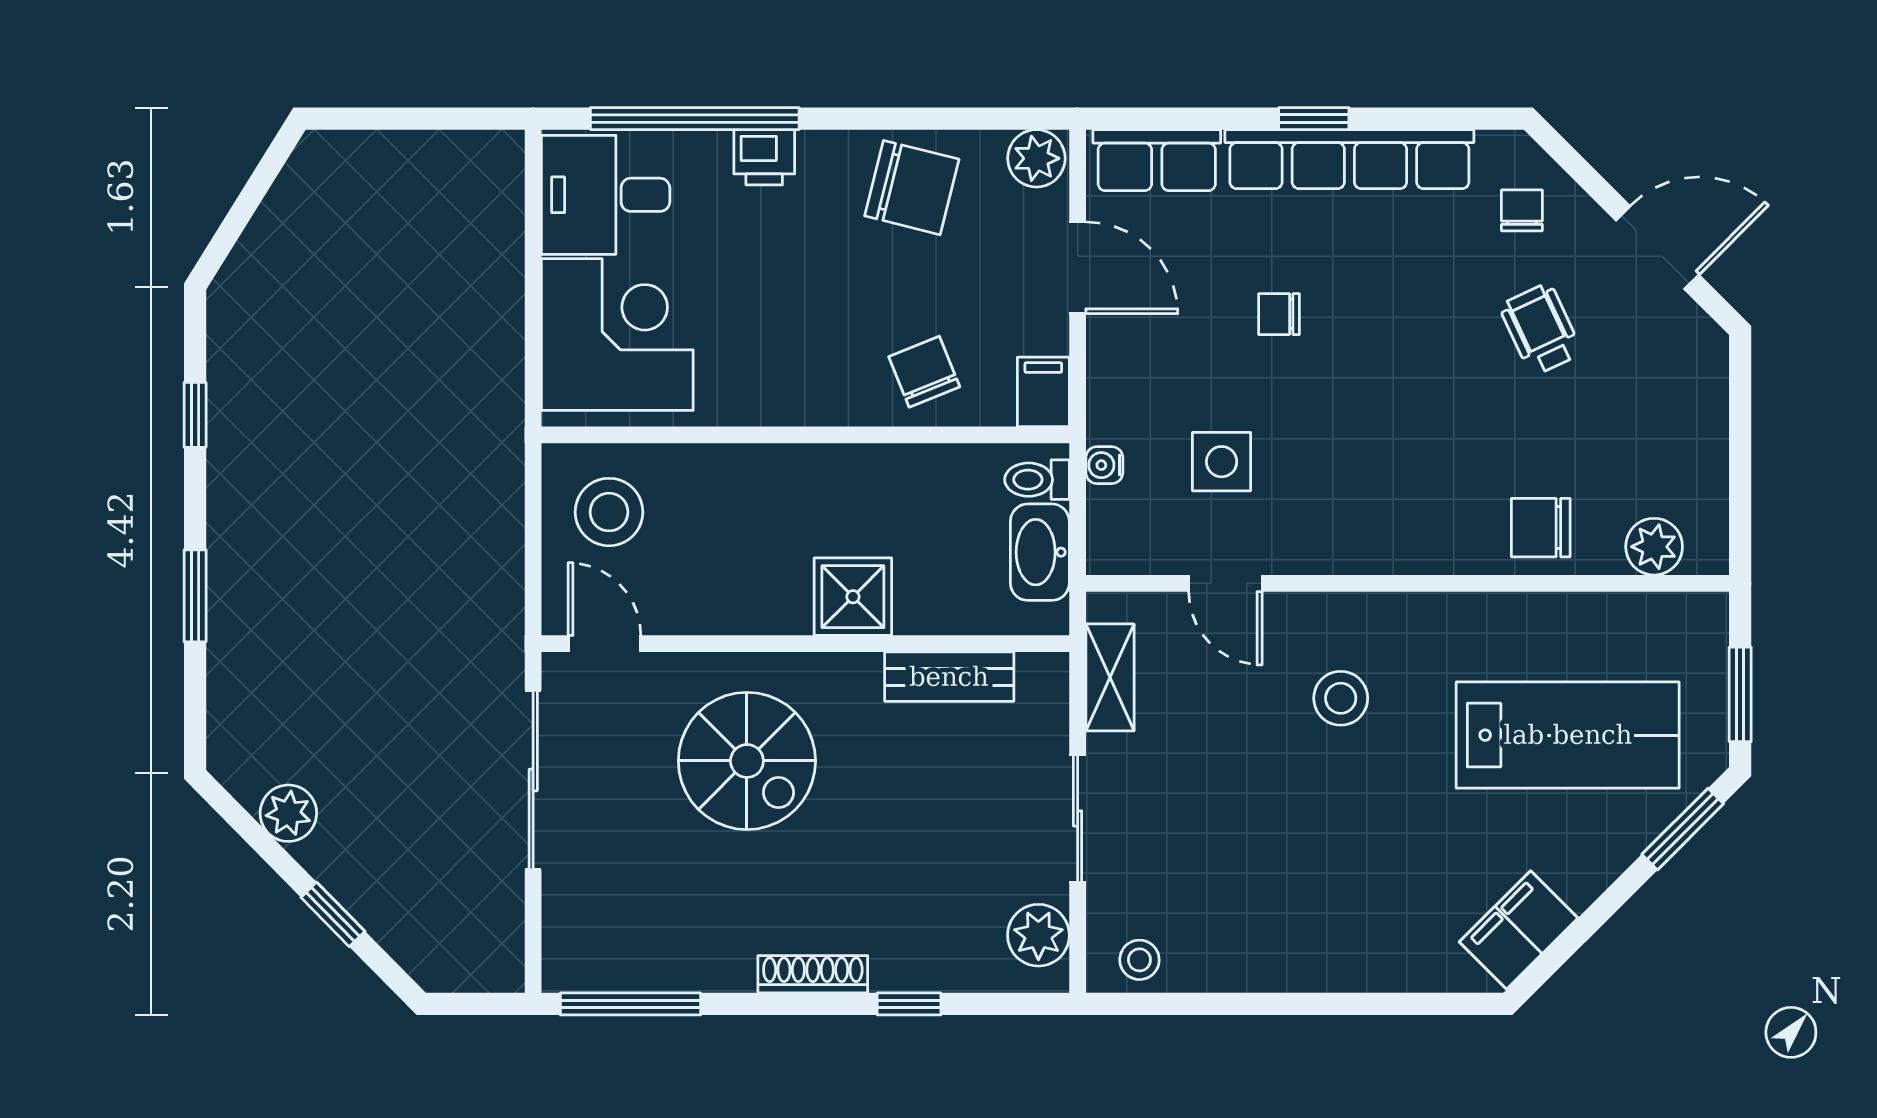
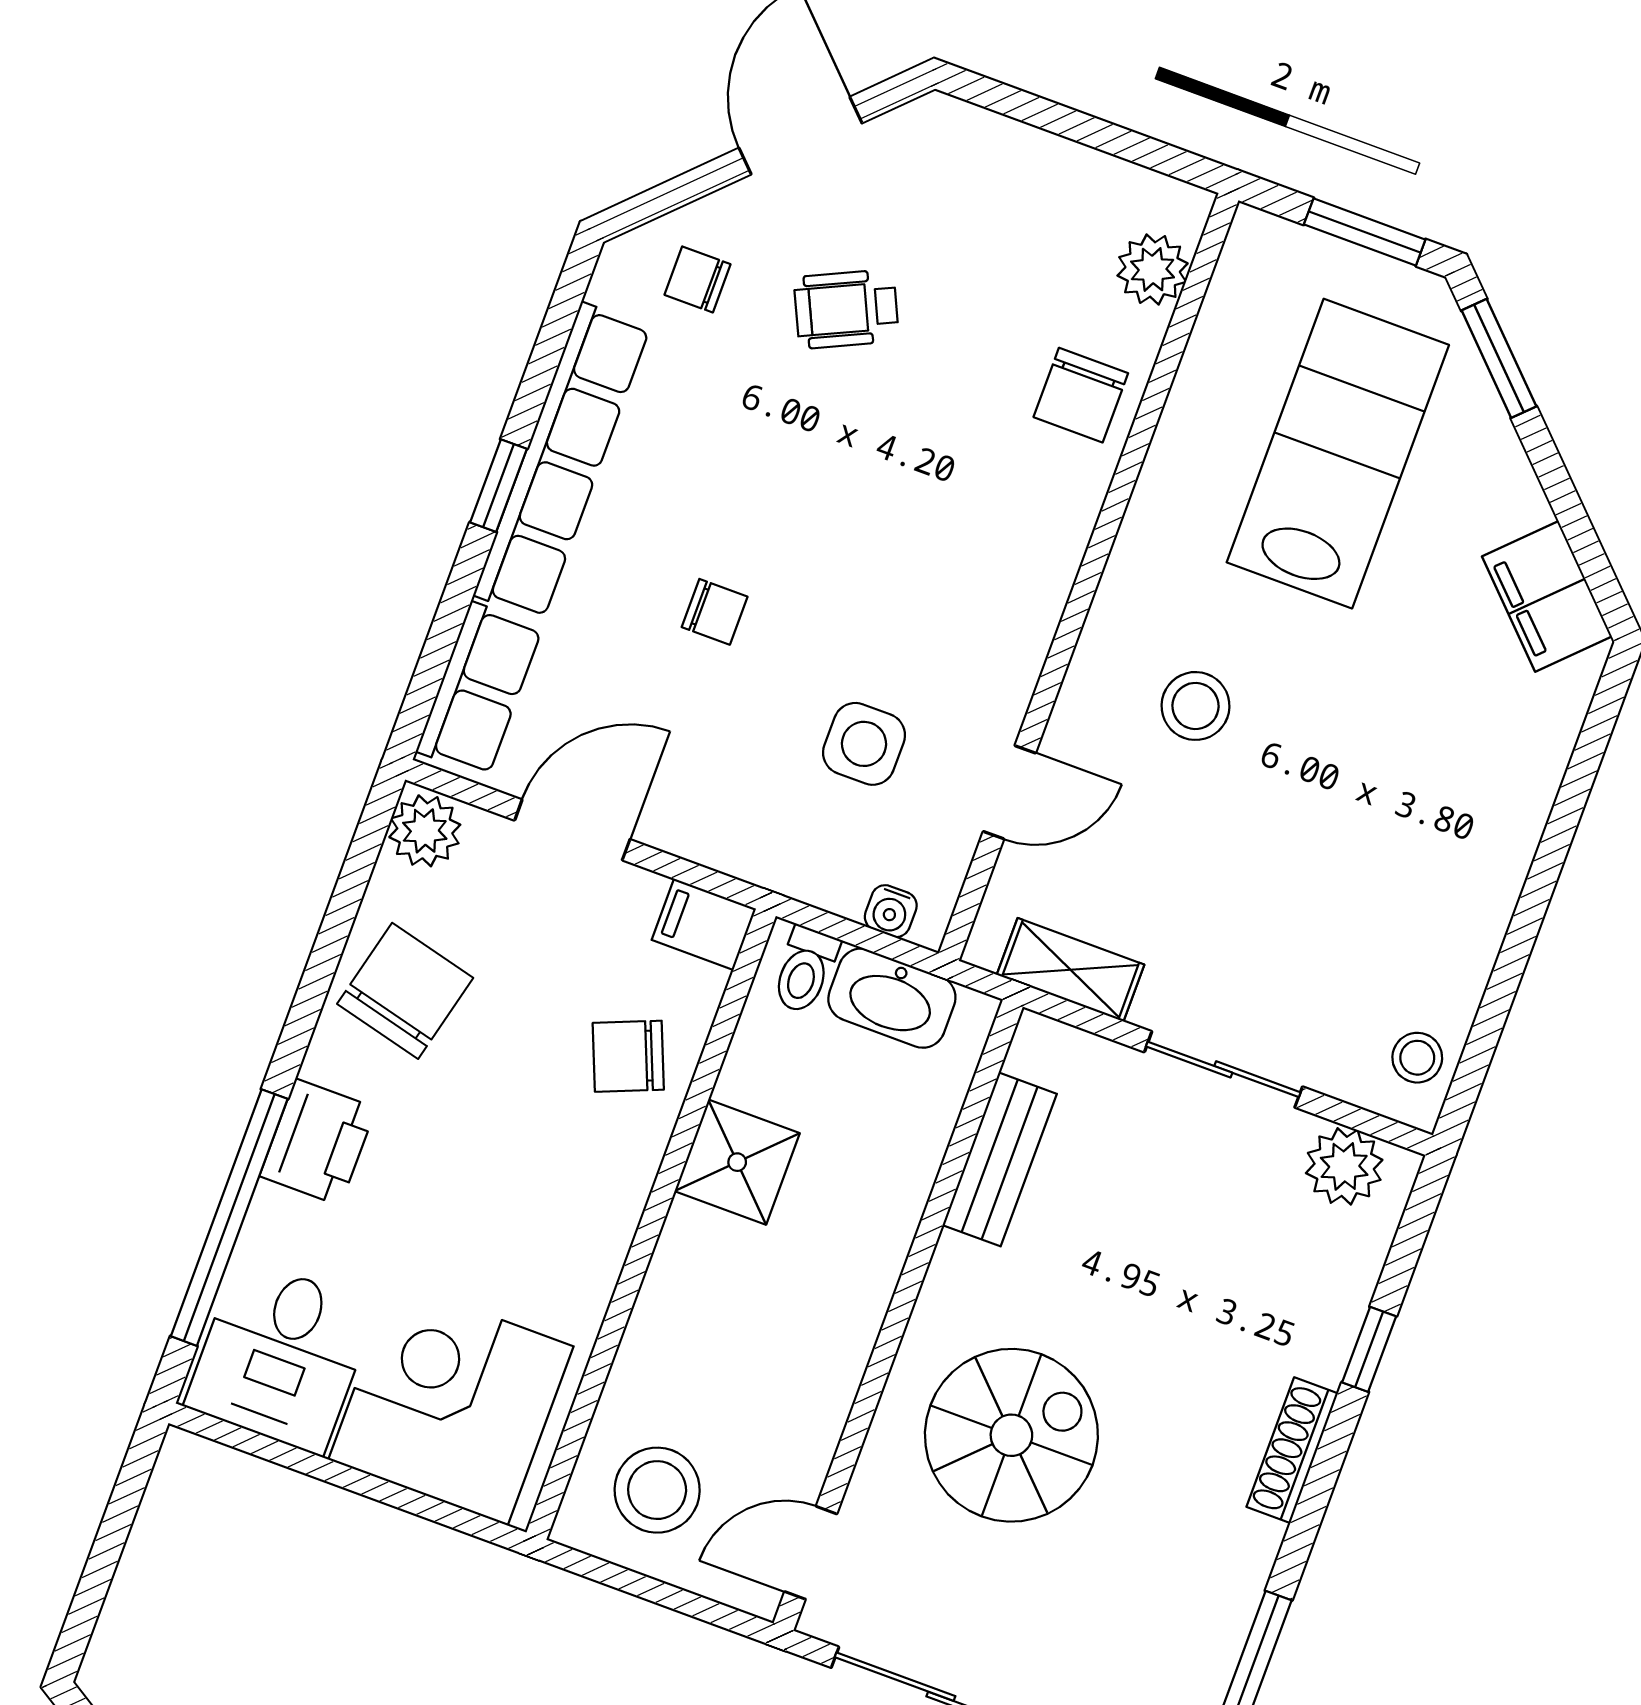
printer: (764, 157) -> (318, 1142), width x1.36, depth x1.24
chair: (1279, 314) -> (715, 612), turned -90
water cooler: (1104, 465) -> (891, 911), moved
shower: (853, 597) -> (737, 1162), moved

